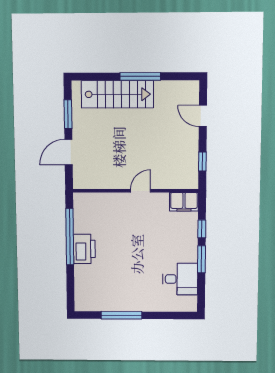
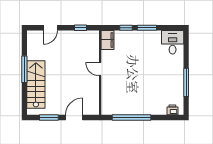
door: (69, 152) -> (74, 117), swing flipped
printer: (84, 249) -> (172, 110), moved, width x0.53, depth x0.68
desk: (180, 279) -> (173, 42), moved

